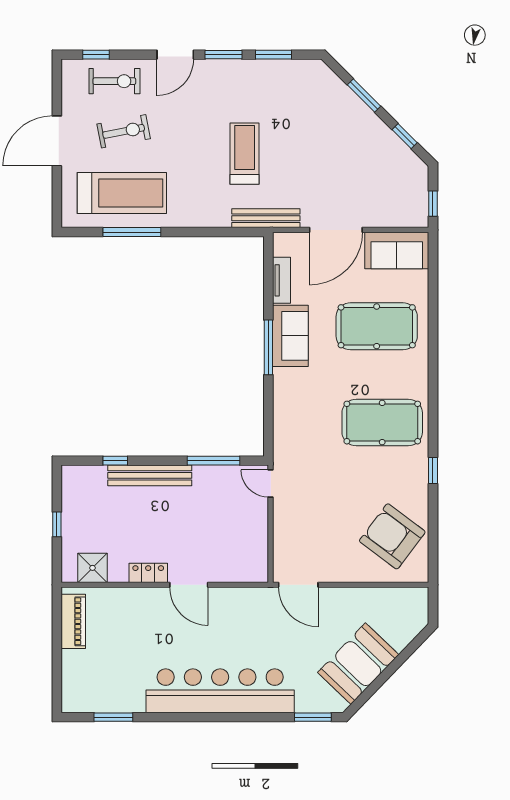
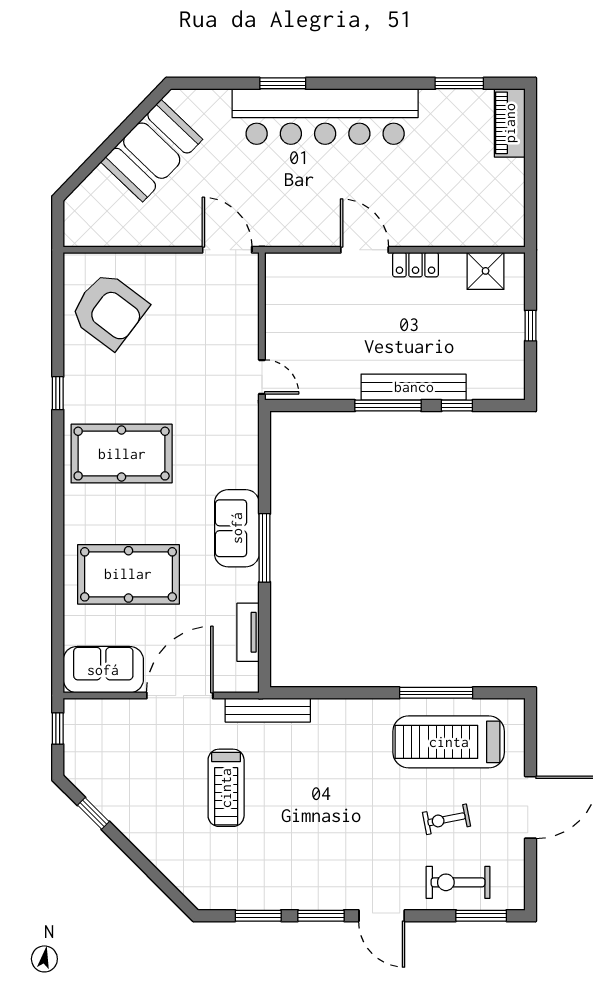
window: (96, 55) -> (481, 916), width x1.50
door: (175, 55) -> (382, 916), swing flipped
window: (364, 95) -> (144, 864), removed
exercise bike: (124, 131) -> (446, 819), width x0.73, depth x0.72
treadmill: (245, 154) -> (226, 788), moved
sofa: (290, 336) -> (237, 528), moved
window: (214, 461) -> (388, 406), moved
piano: (73, 621) -> (510, 123), moved
window: (313, 717) -> (283, 83), moved

